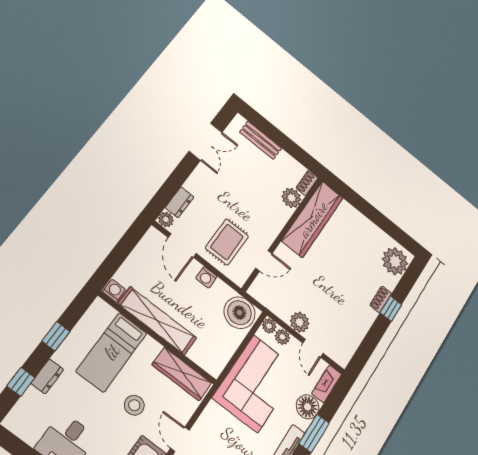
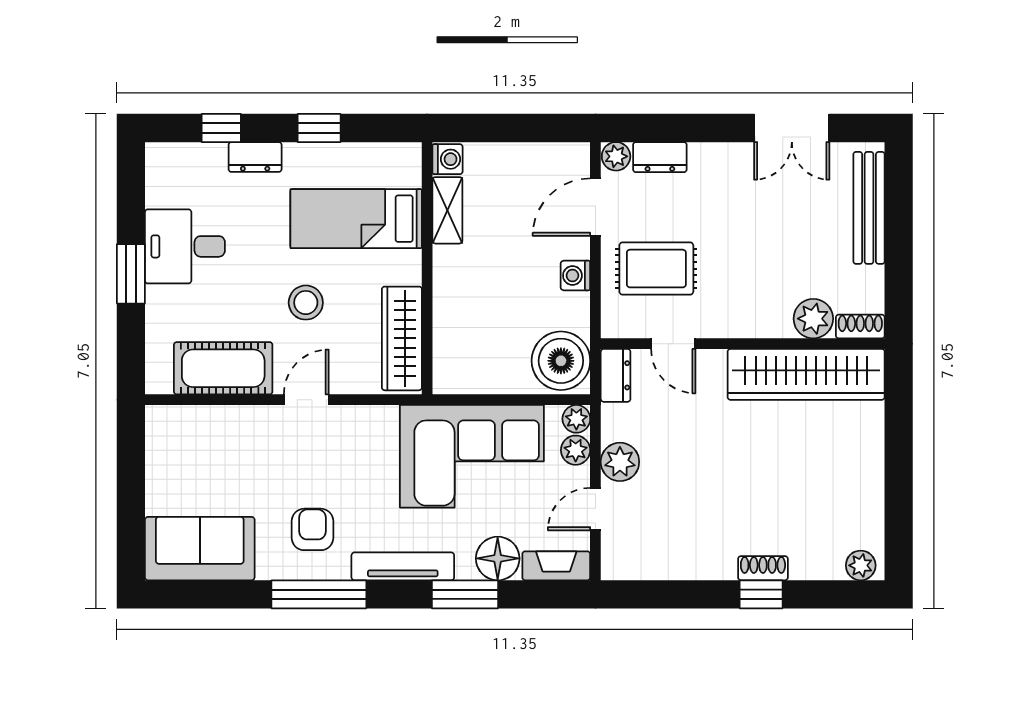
bench: (261, 140) -> (869, 208), width x1.36
plant: (395, 261) -> (861, 565), width x0.53, depth x0.53
dresser: (261, 295) -> (616, 375), added
shelving: (157, 321) -> (447, 210), width x0.45, depth x0.75

